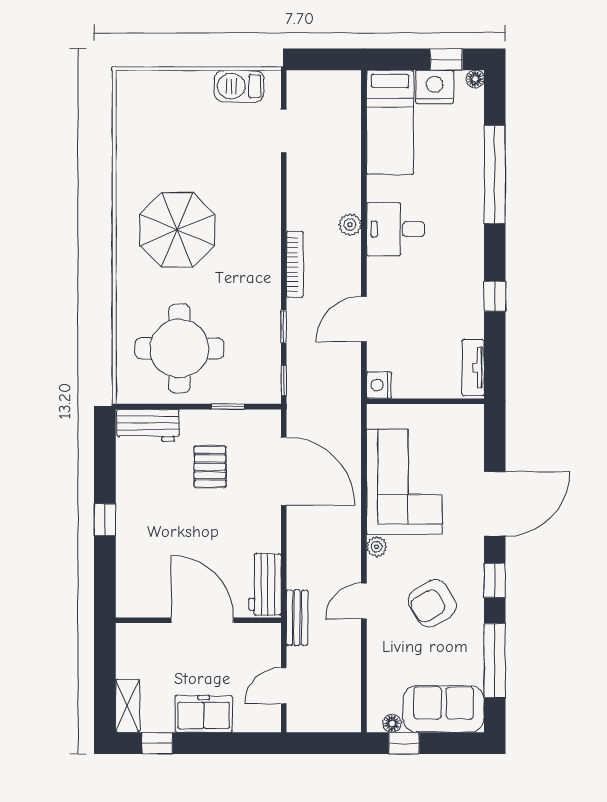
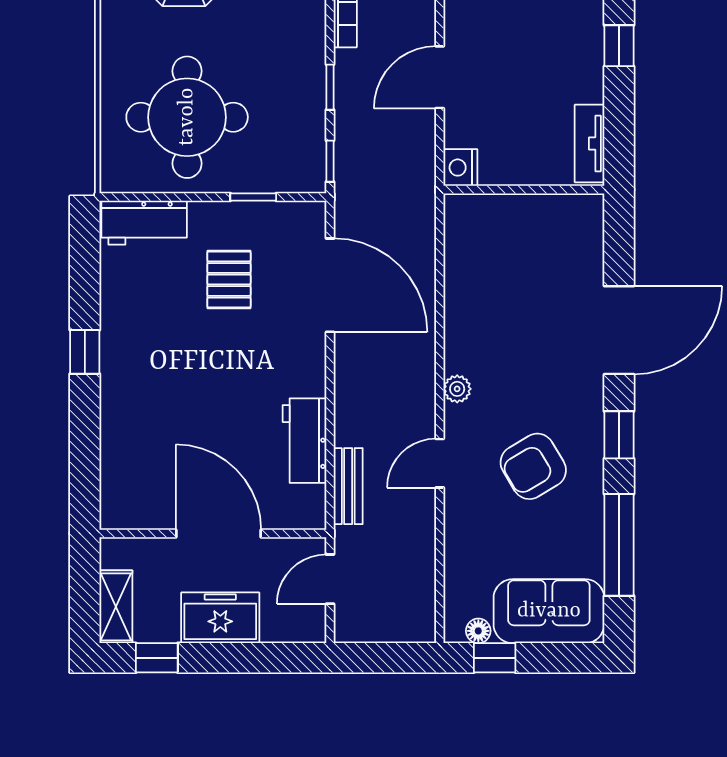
corner sofa: (404, 482) -> (495, 300), removed
wall: (198, 620) -> (213, 533), moved
door: (202, 620) -> (219, 533), moved

